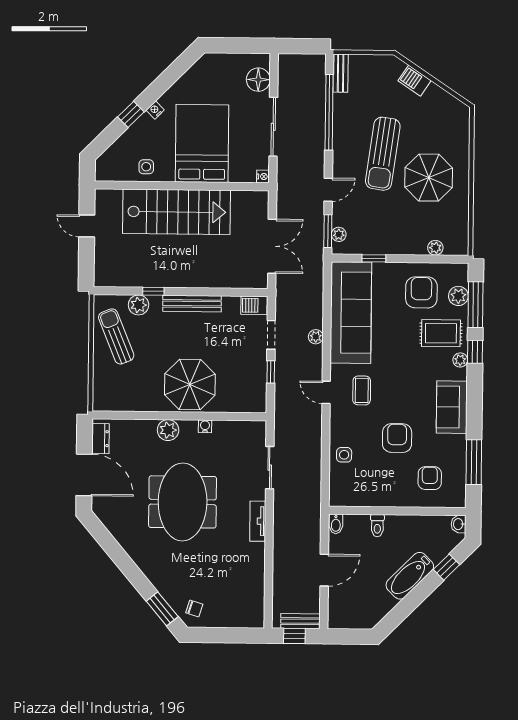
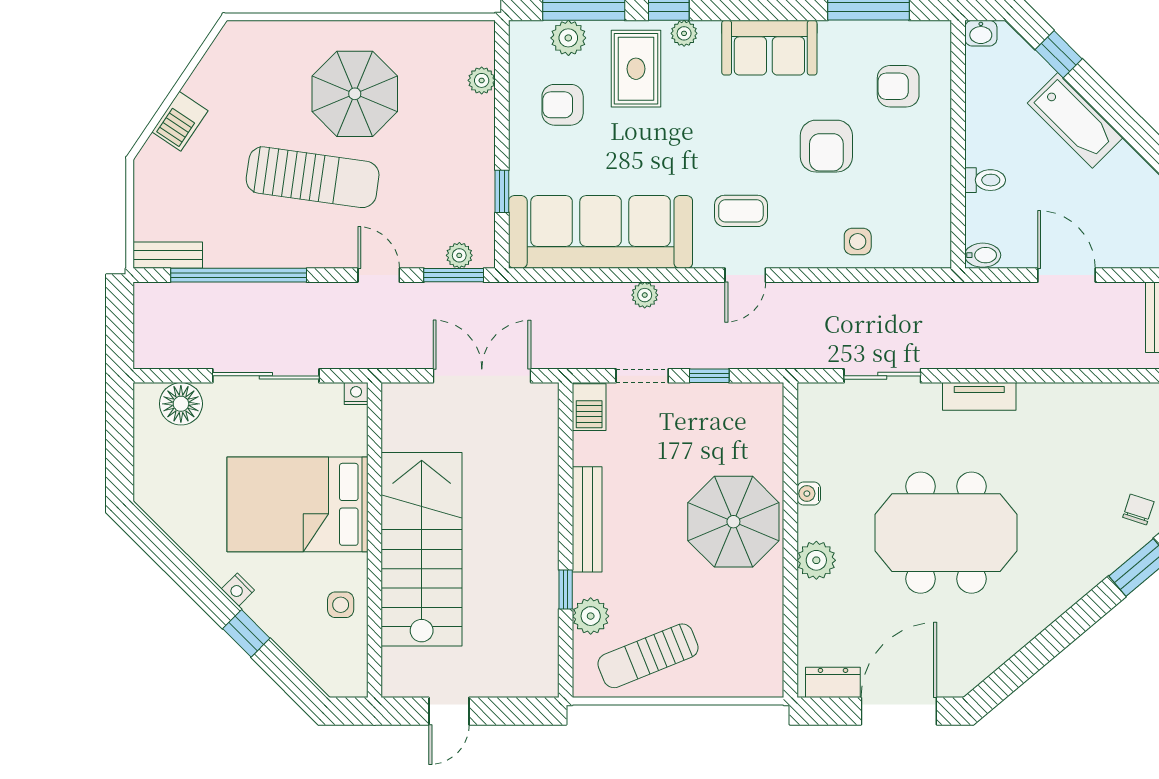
armchair: (421, 292) -> (563, 105), width x0.72, depth x0.72
armchair: (397, 438) -> (826, 146), turned -90

